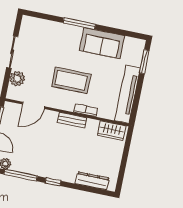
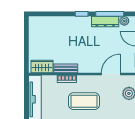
bench: (72, 120) -> (66, 68), moved
dresser: (92, 181) -> (105, 21), moved

